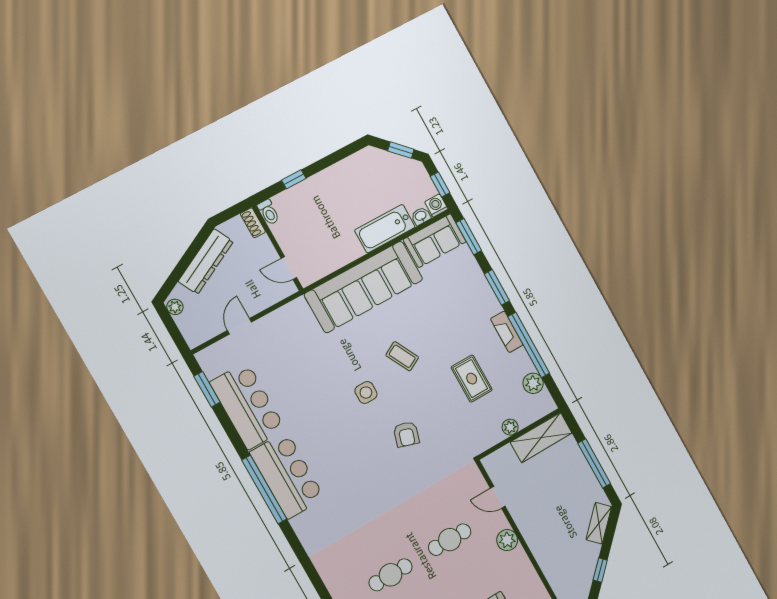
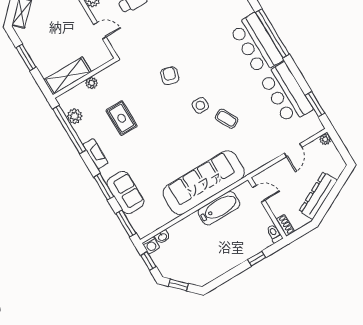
bathtub: (385, 229) -> (219, 208), moved
sofa: (435, 241) -> (125, 193), moved, turned 90
plant: (175, 307) -> (325, 139), moved
window: (529, 345) -> (69, 130), moved
coffee table: (402, 356) -> (227, 119), moved
window: (594, 463) -> (26, 57), width x0.69

